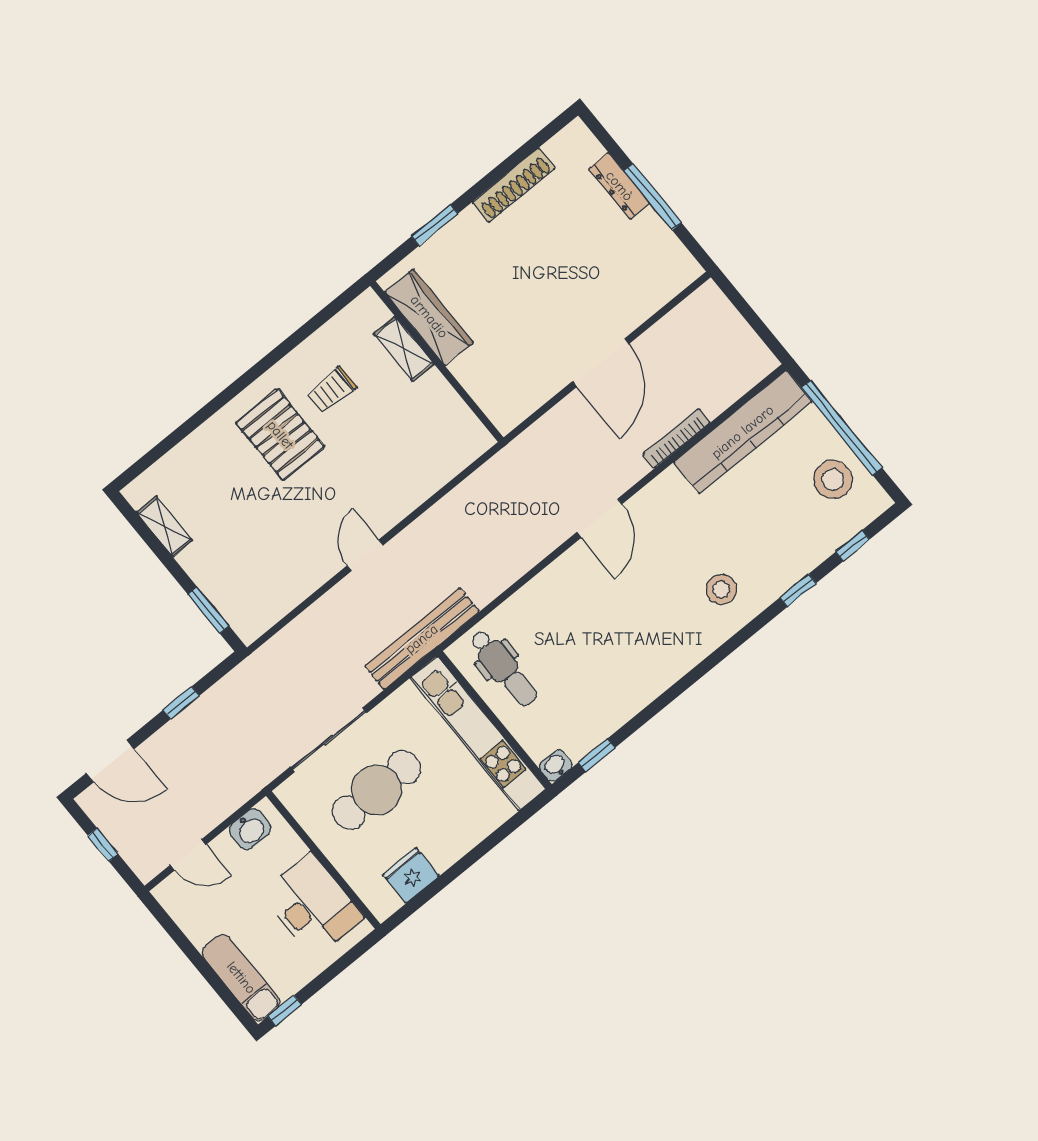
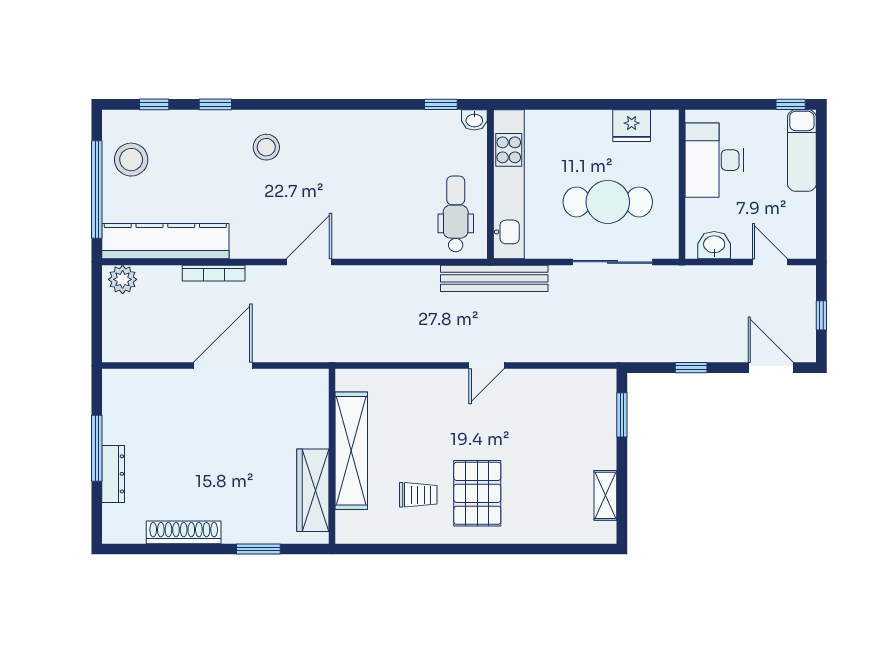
shelving: (404, 349) -> (351, 451), width x2.20, depth x1.33
plant: (753, 366) -> (123, 279), added

